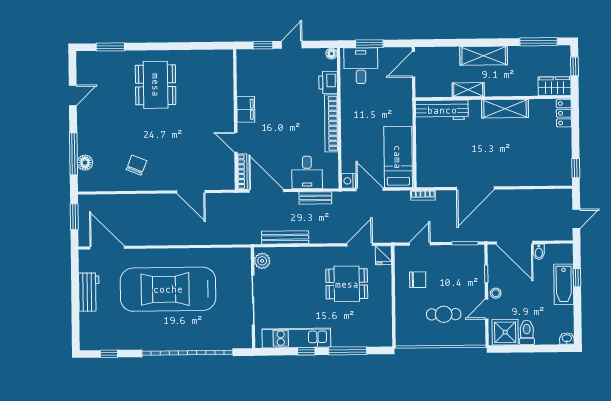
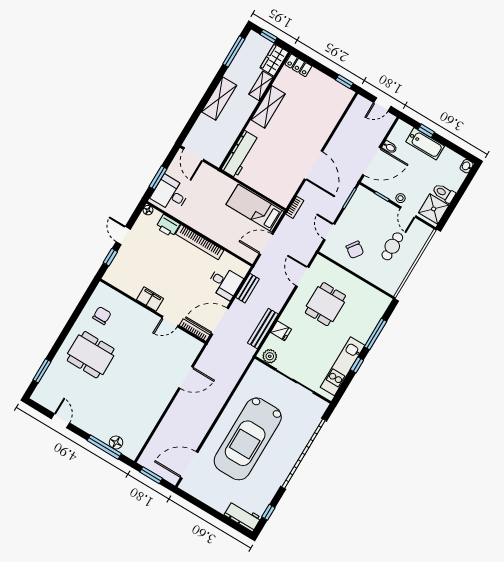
shelving: (468, 90) -> (261, 86), moved
chair: (137, 165) -> (102, 316), moved, turned 68
nightstand: (348, 181) -> (250, 256), removed
door: (576, 219) -> (382, 104), swing flipped
fridge: (383, 255) -> (281, 331), moved
chair: (418, 280) -> (355, 250), turned 126
workbench: (89, 292) -> (243, 516), moved

